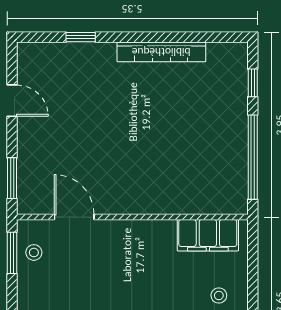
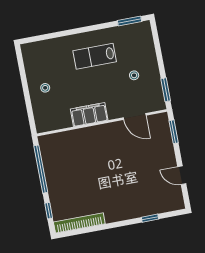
bookcase: (161, 52) -> (79, 223), moved
filing cabinet: (208, 235) -> (89, 115), moved
stool: (34, 252) -> (134, 75), moved

